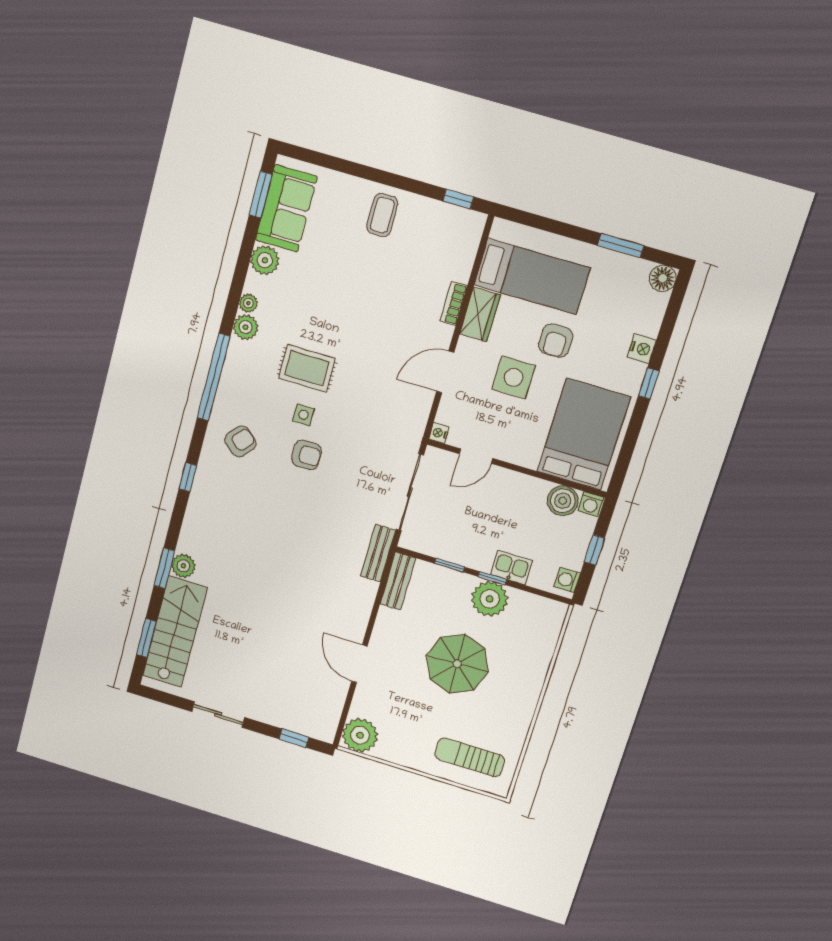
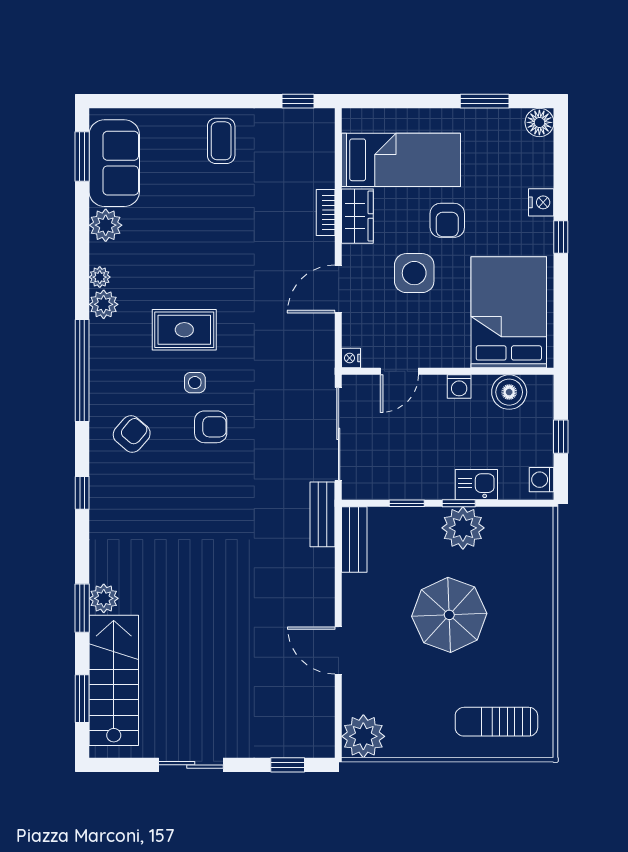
washing machine: (591, 504) -> (459, 387), moved

